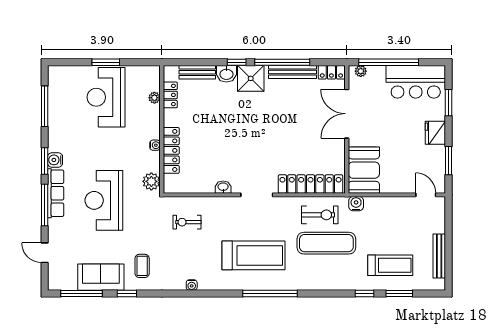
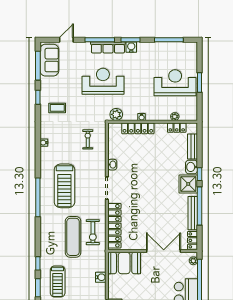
water cooler: (356, 204) -> (101, 277), moved
sofa: (101, 277) -> (49, 60), moved

